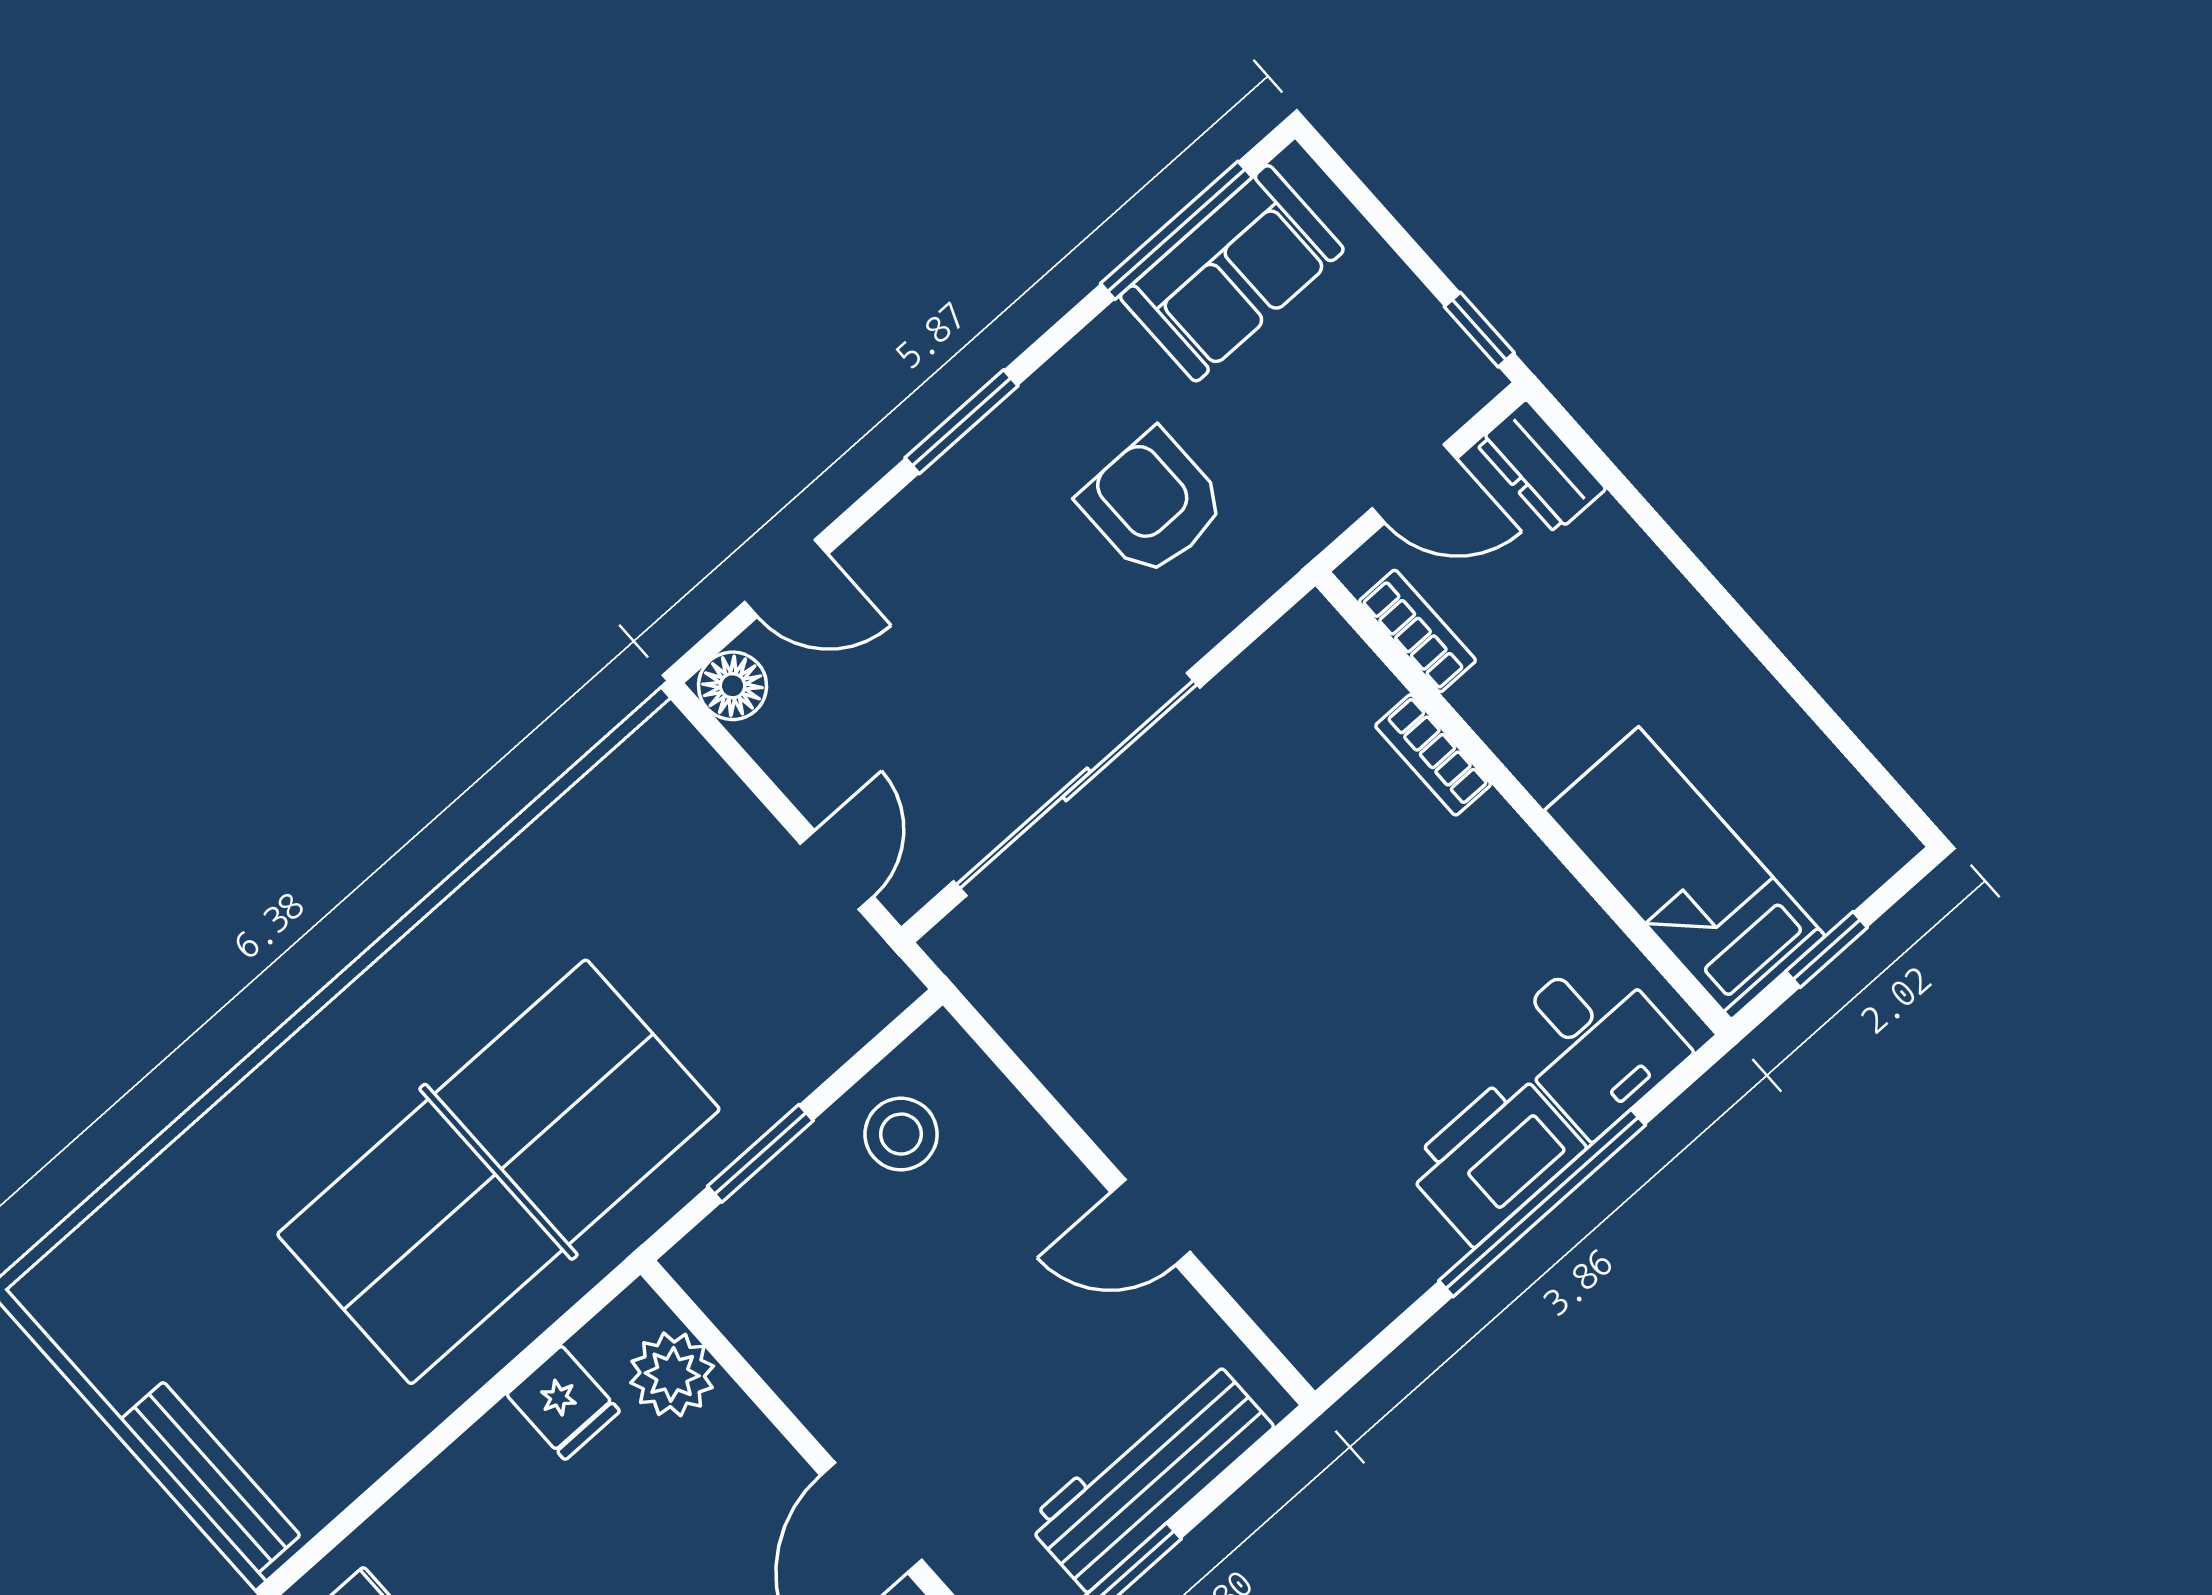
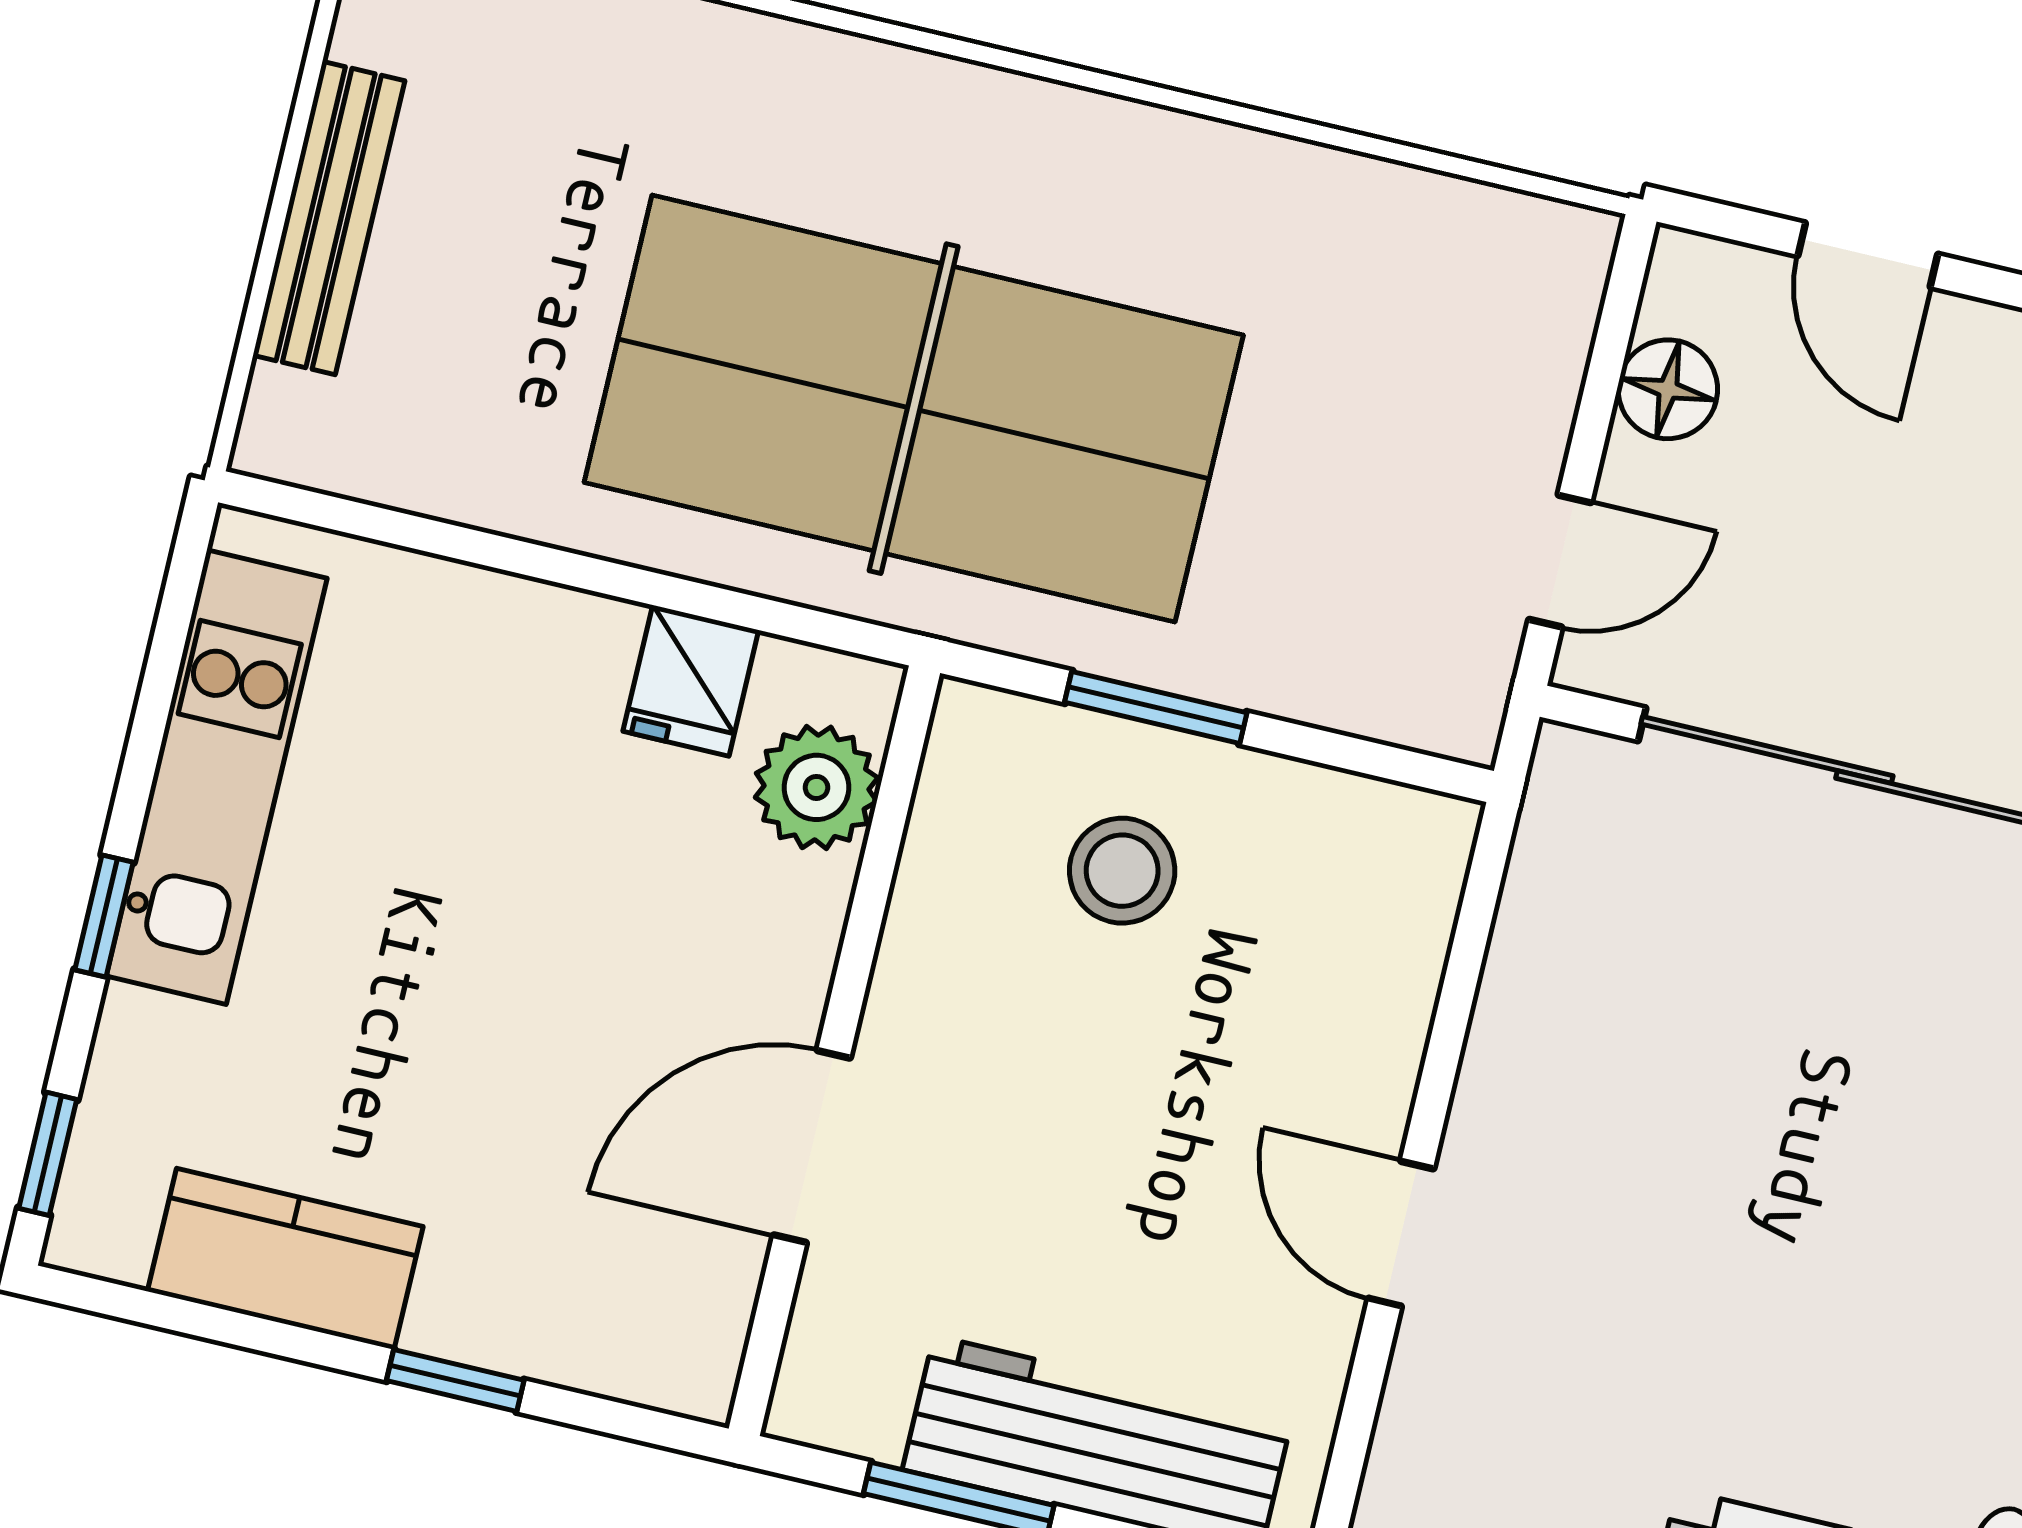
floor lamp: (733, 686) -> (1668, 389), moved
stool: (901, 1134) -> (1122, 871), moved
bench: (210, 1477) -> (329, 218), moved

